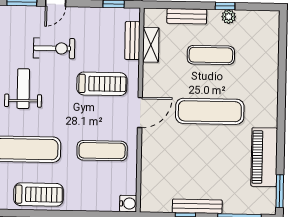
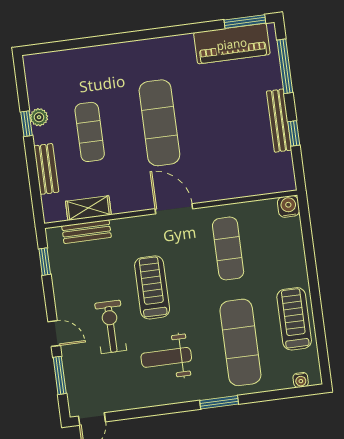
treadmill: (102, 84) -> (152, 287), moved
piano: (264, 157) -> (232, 44), moved

